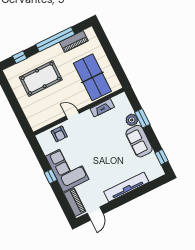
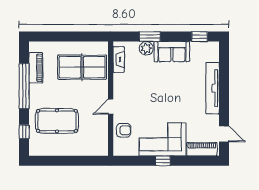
pool table: (41, 78) -> (57, 121), turned 90
fireplace: (102, 108) -> (119, 59), moved

